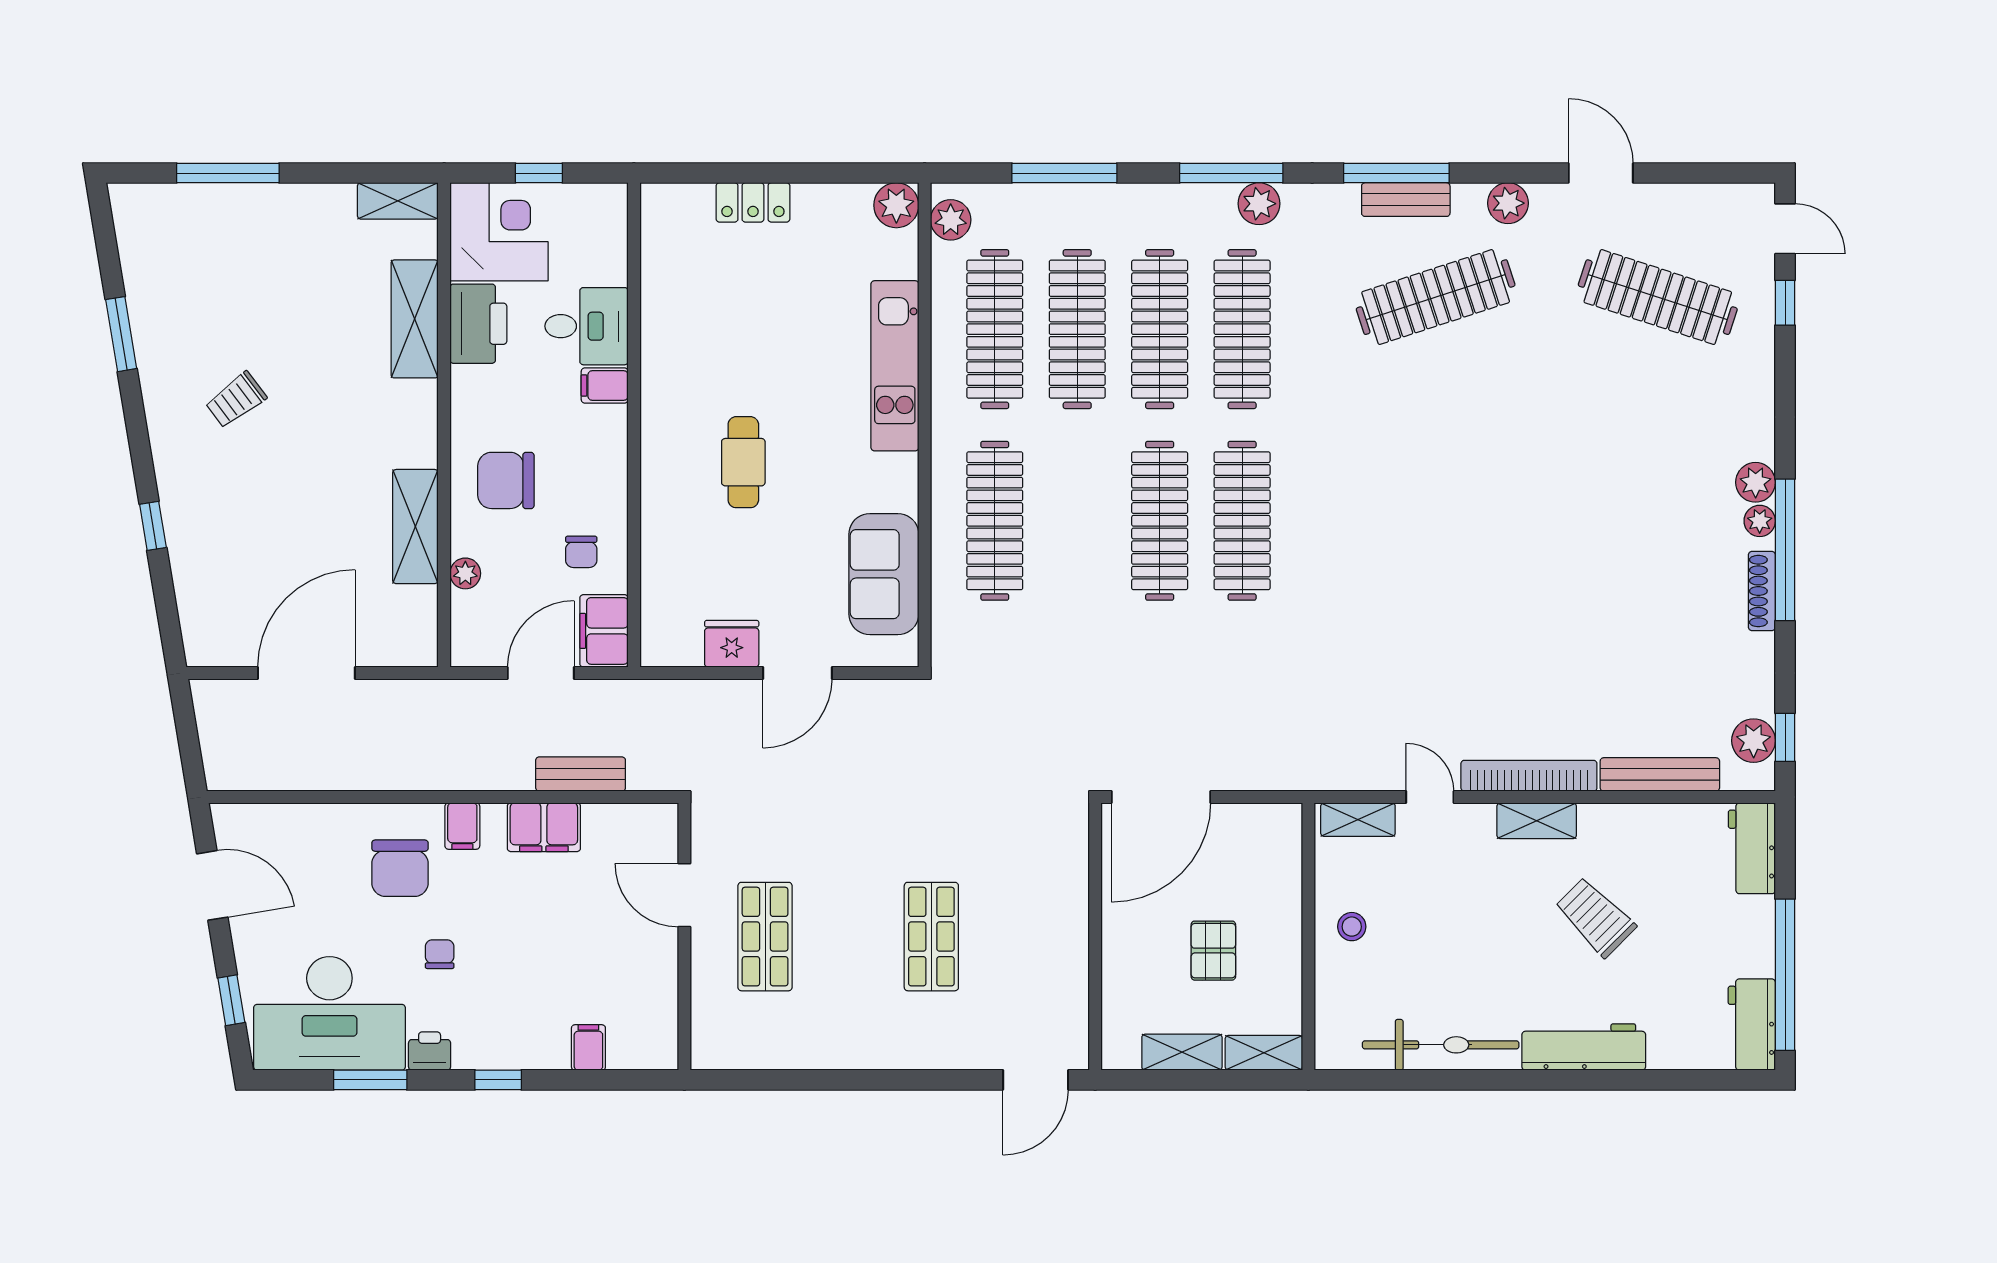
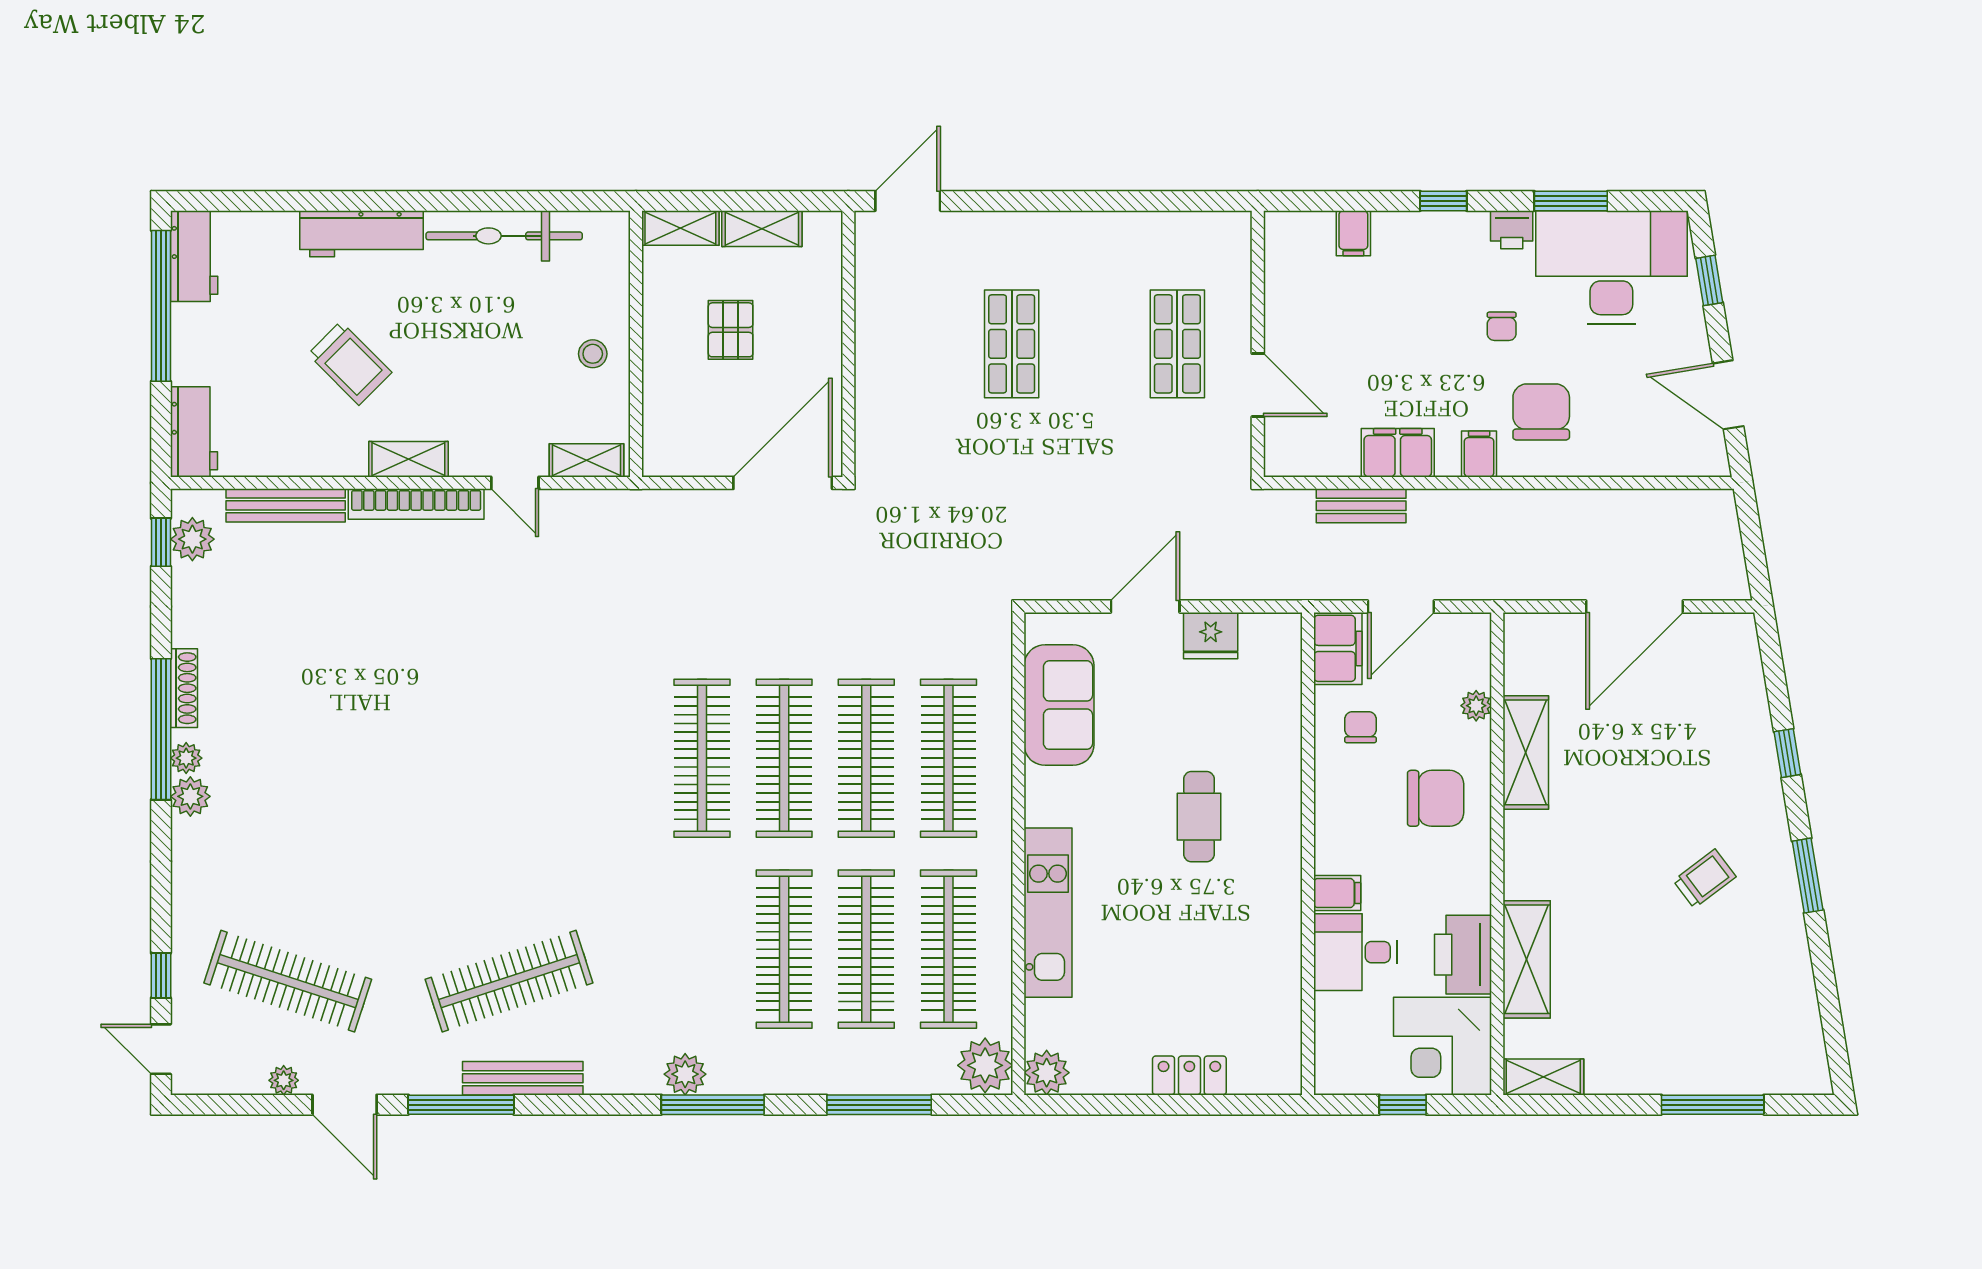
window: (1396, 173) -> (461, 1105), moved
bench: (1406, 200) -> (523, 1078), width x1.36
plant: (1508, 203) -> (284, 1080), moved, width x0.73, depth x0.73
plant: (951, 220) -> (985, 1065), width x1.36, depth x1.36
clothes rail: (1242, 329) -> (866, 758), moved
window: (121, 334) -> (1808, 876), moved

